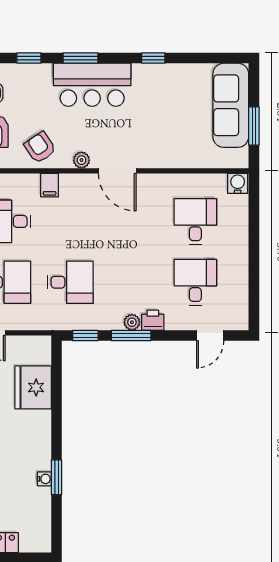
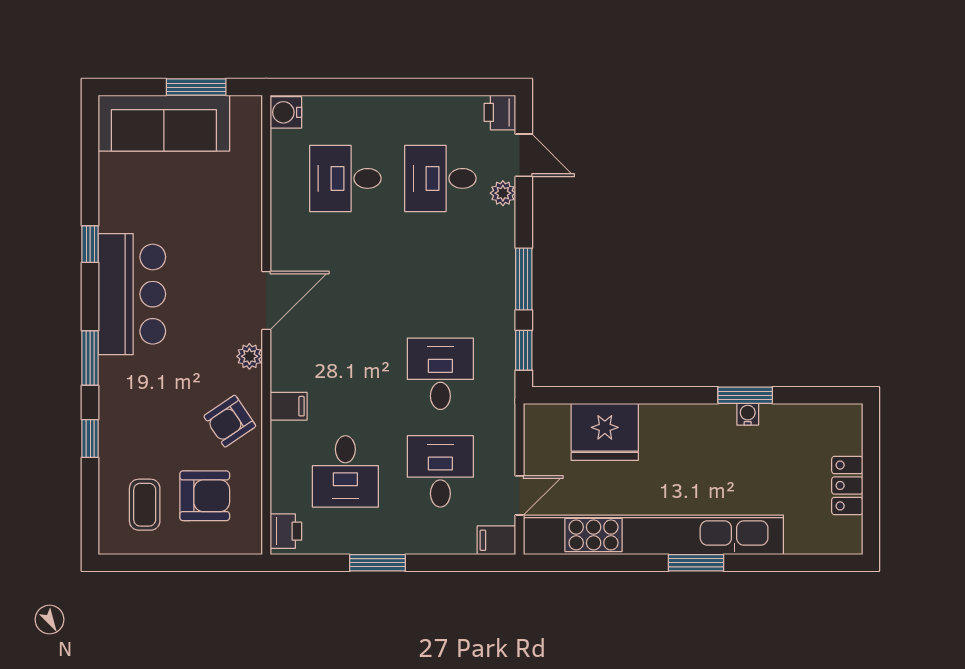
bar counter: (92, 85) -> (132, 294), moved
printer: (153, 320) -> (500, 112), moved
plant: (132, 322) -> (503, 193), moved

